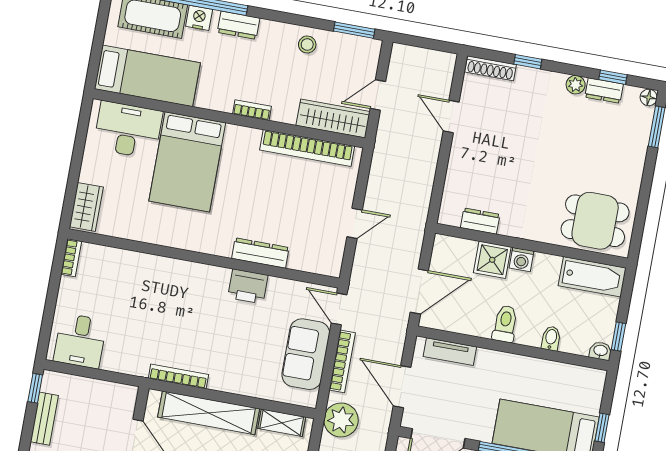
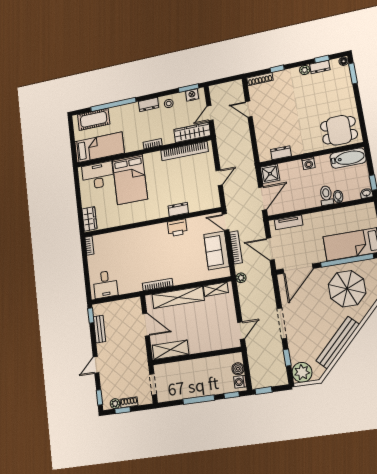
nightstand: (199, 18) -> (192, 95), moved
dresser: (239, 25) -> (149, 105), moved
dresser: (260, 253) -> (178, 209), width x0.70
shower: (492, 260) -> (270, 174), moved
toilet: (505, 324) -> (326, 195), moved
plant: (341, 420) -> (241, 278), width x0.53, depth x0.53

